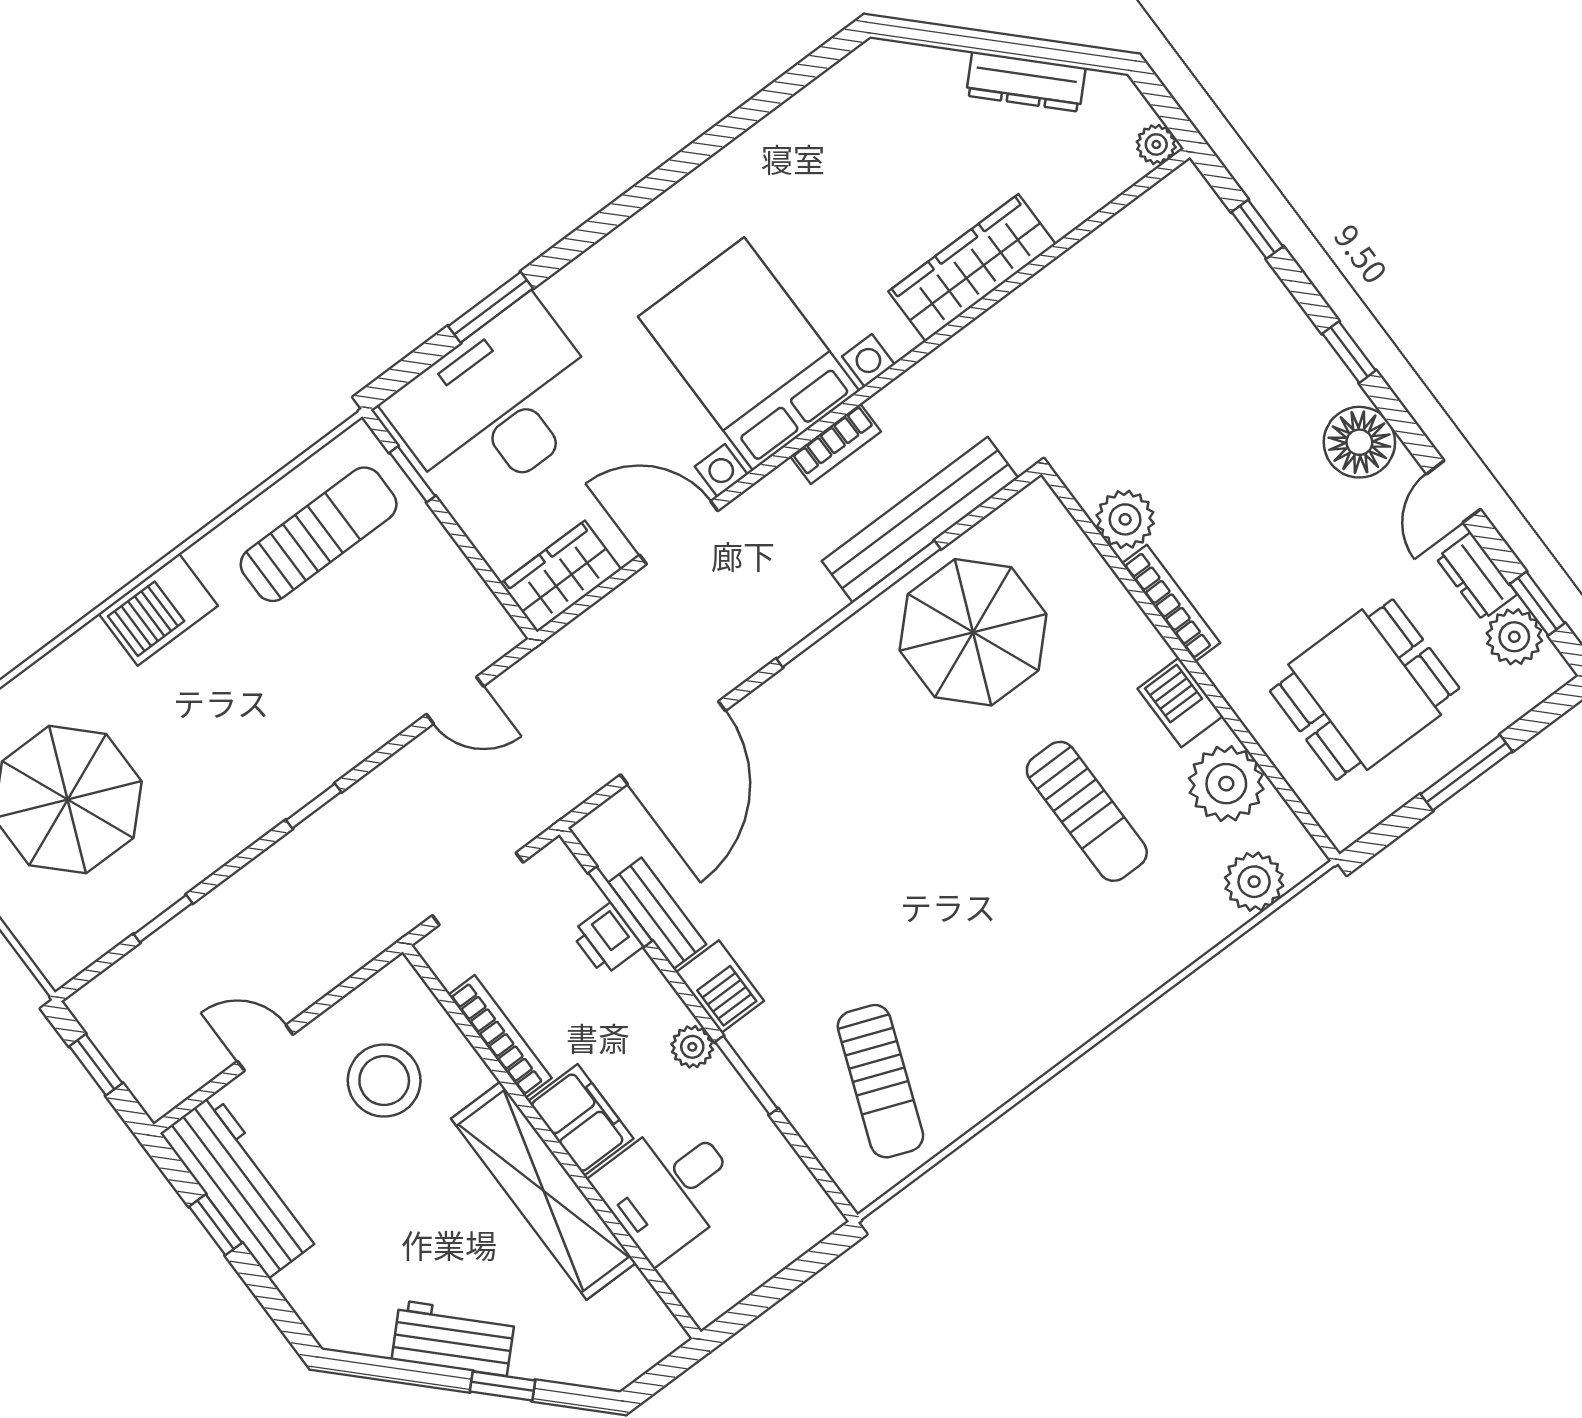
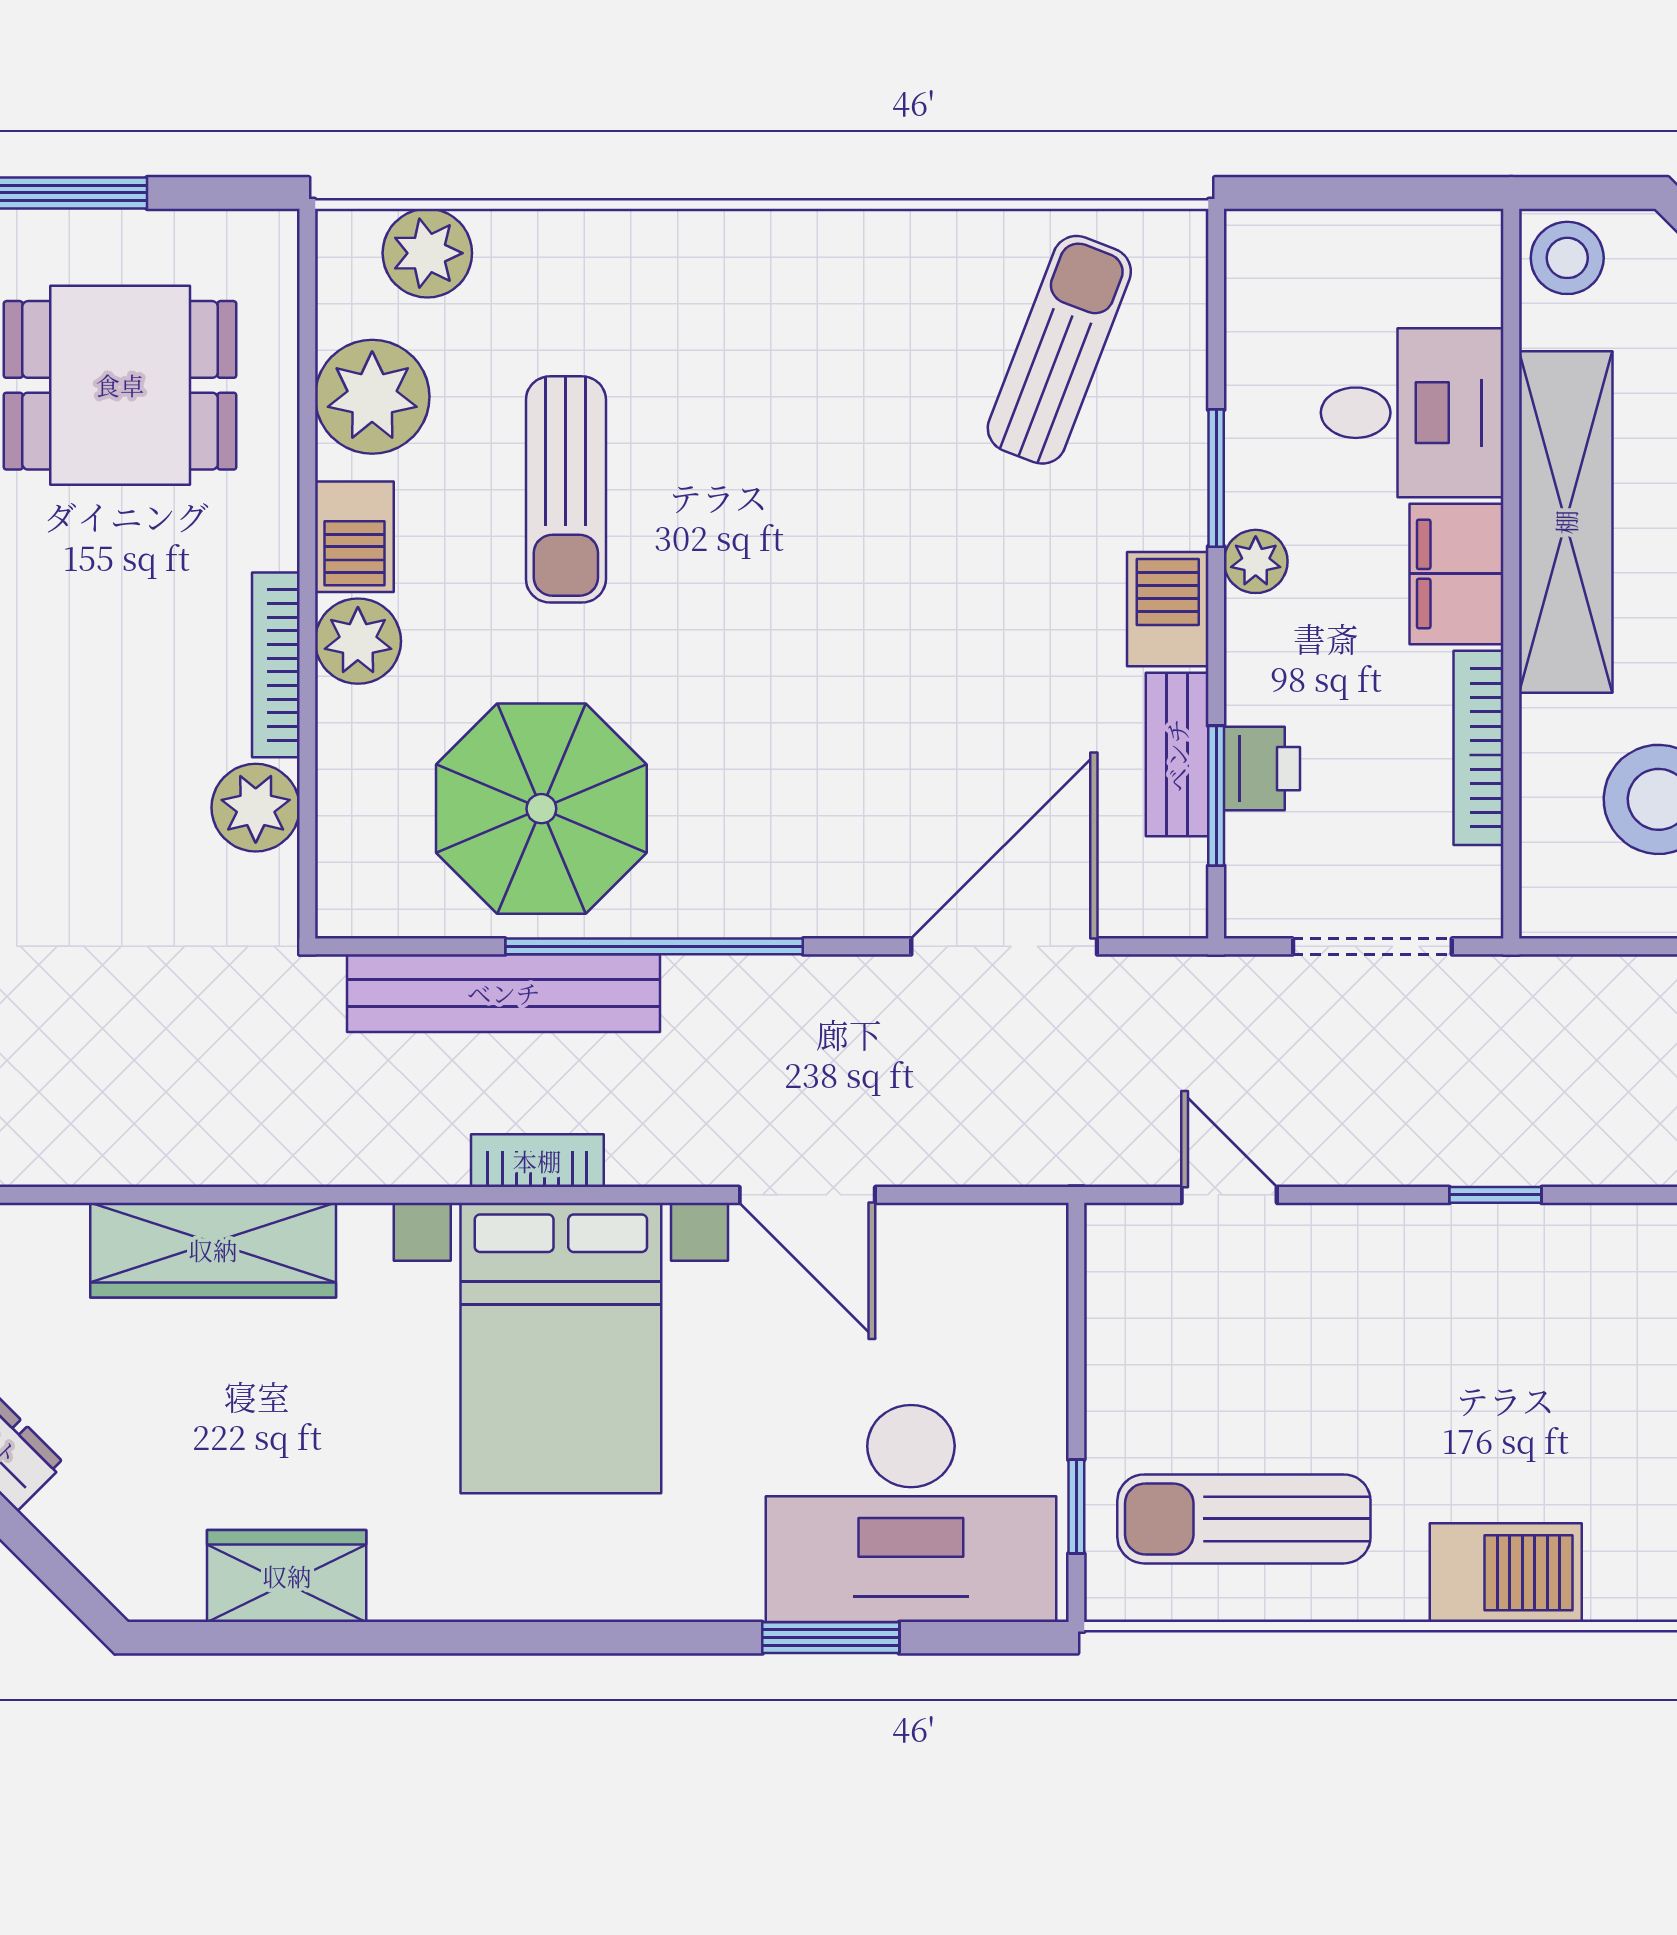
wardrobe: (561, 576) -> (287, 1576), moved, turned 180
plant: (1137, 648) -> (358, 641), added
sun lounger: (1087, 811) -> (566, 489), turned 180
stool: (647, 1331) -> (1567, 258), added

